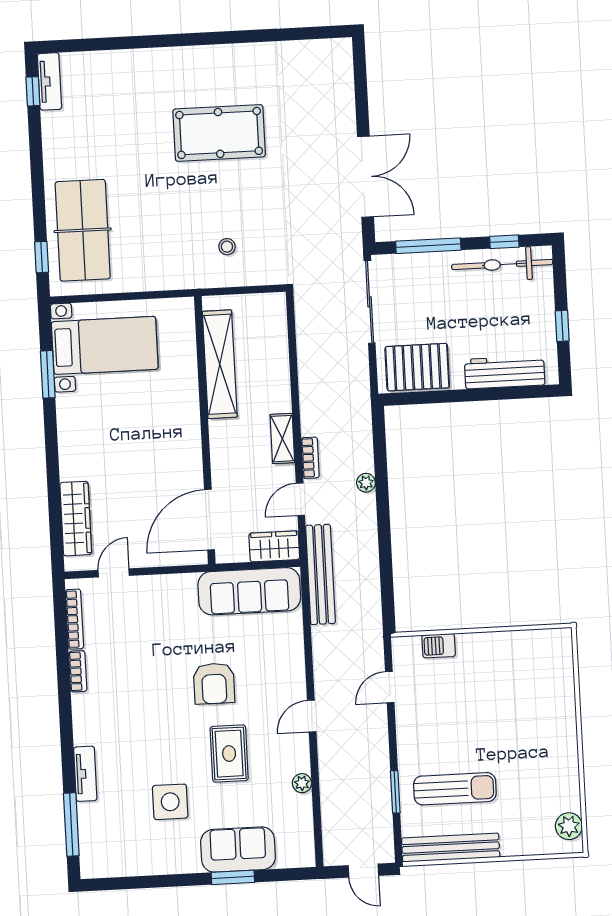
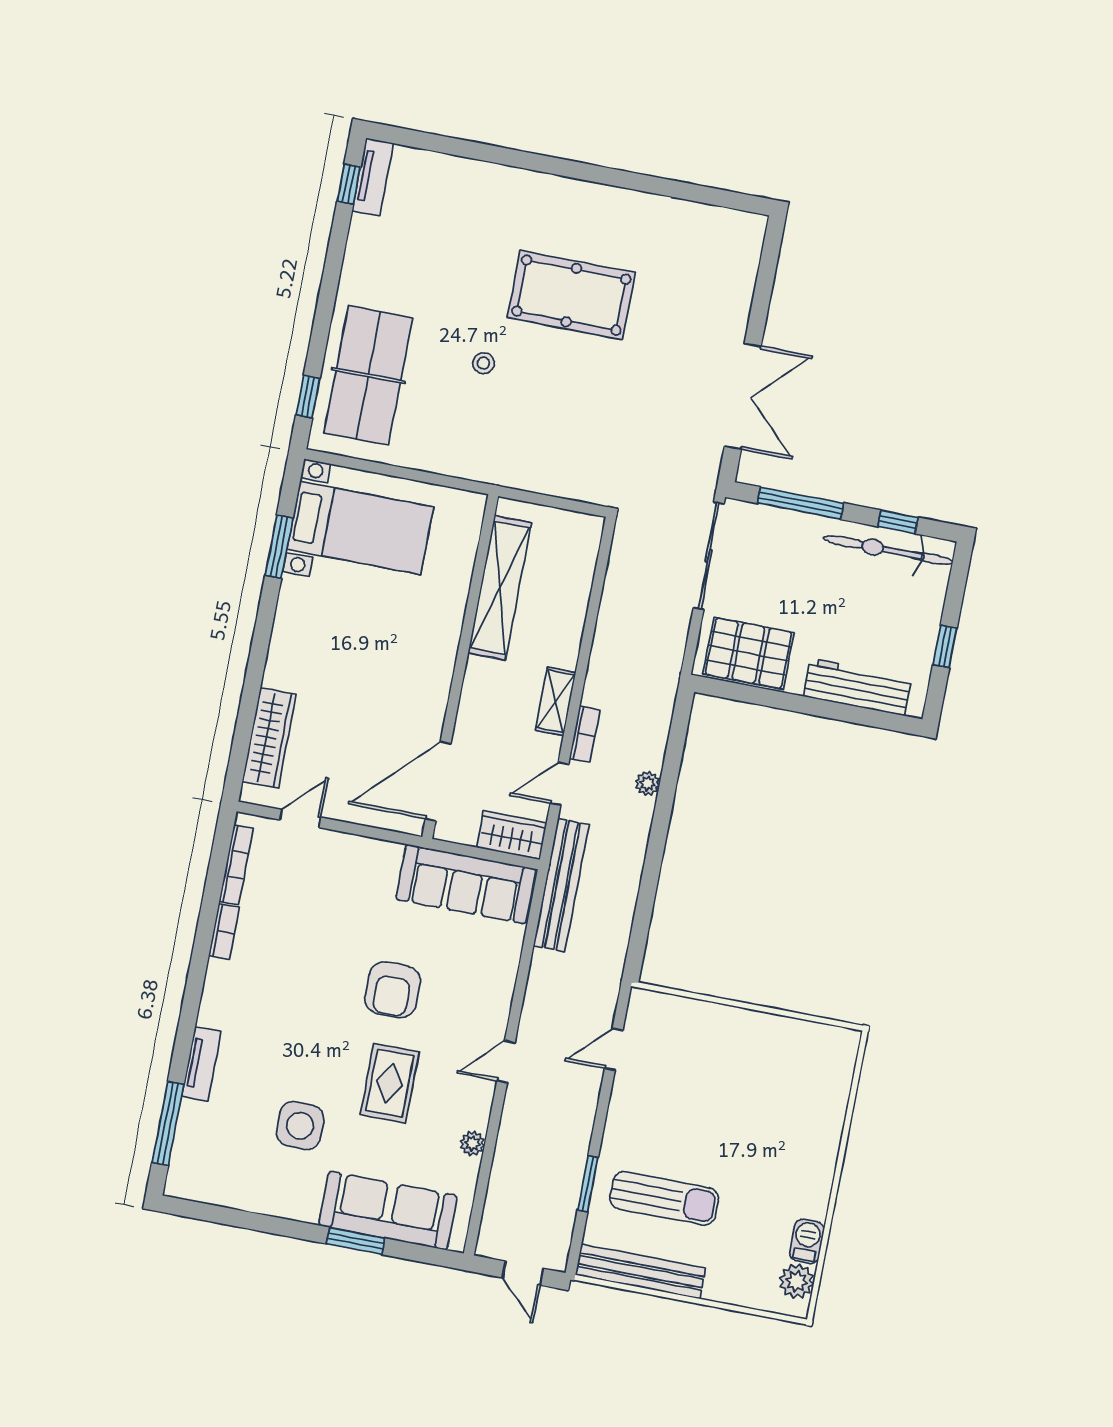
stool: (227, 247) -> (483, 363), moved
barbecue: (439, 646) -> (807, 1241), moved, turned 90
sofa: (238, 849) -> (388, 1211), width x1.36

